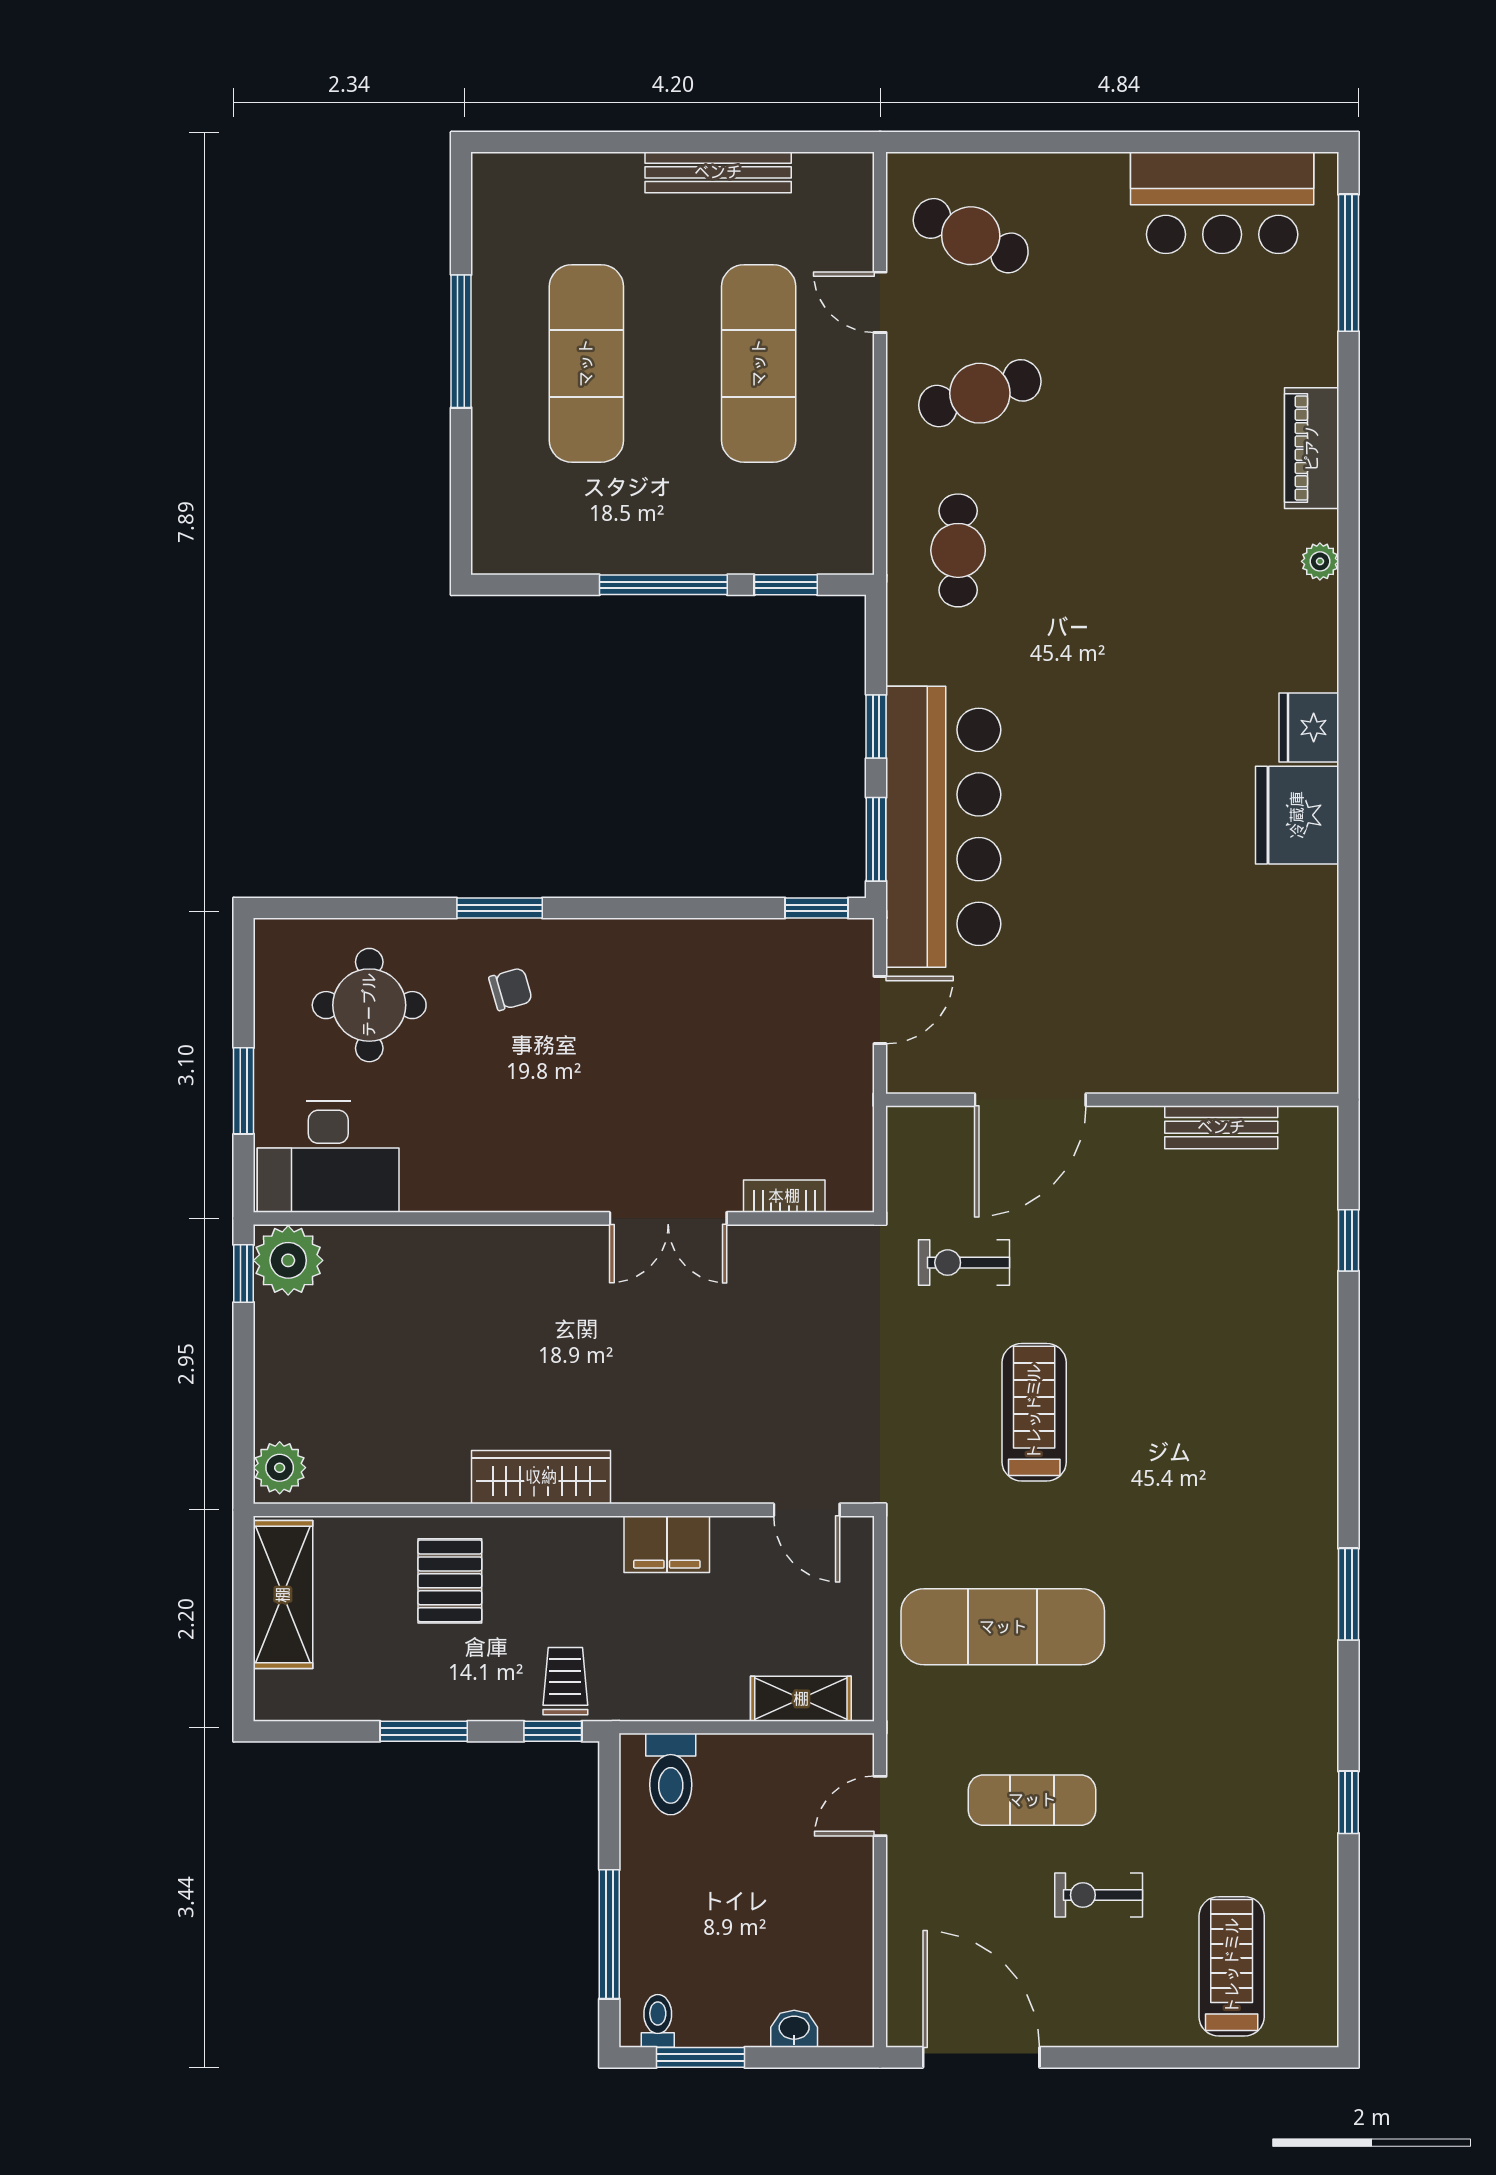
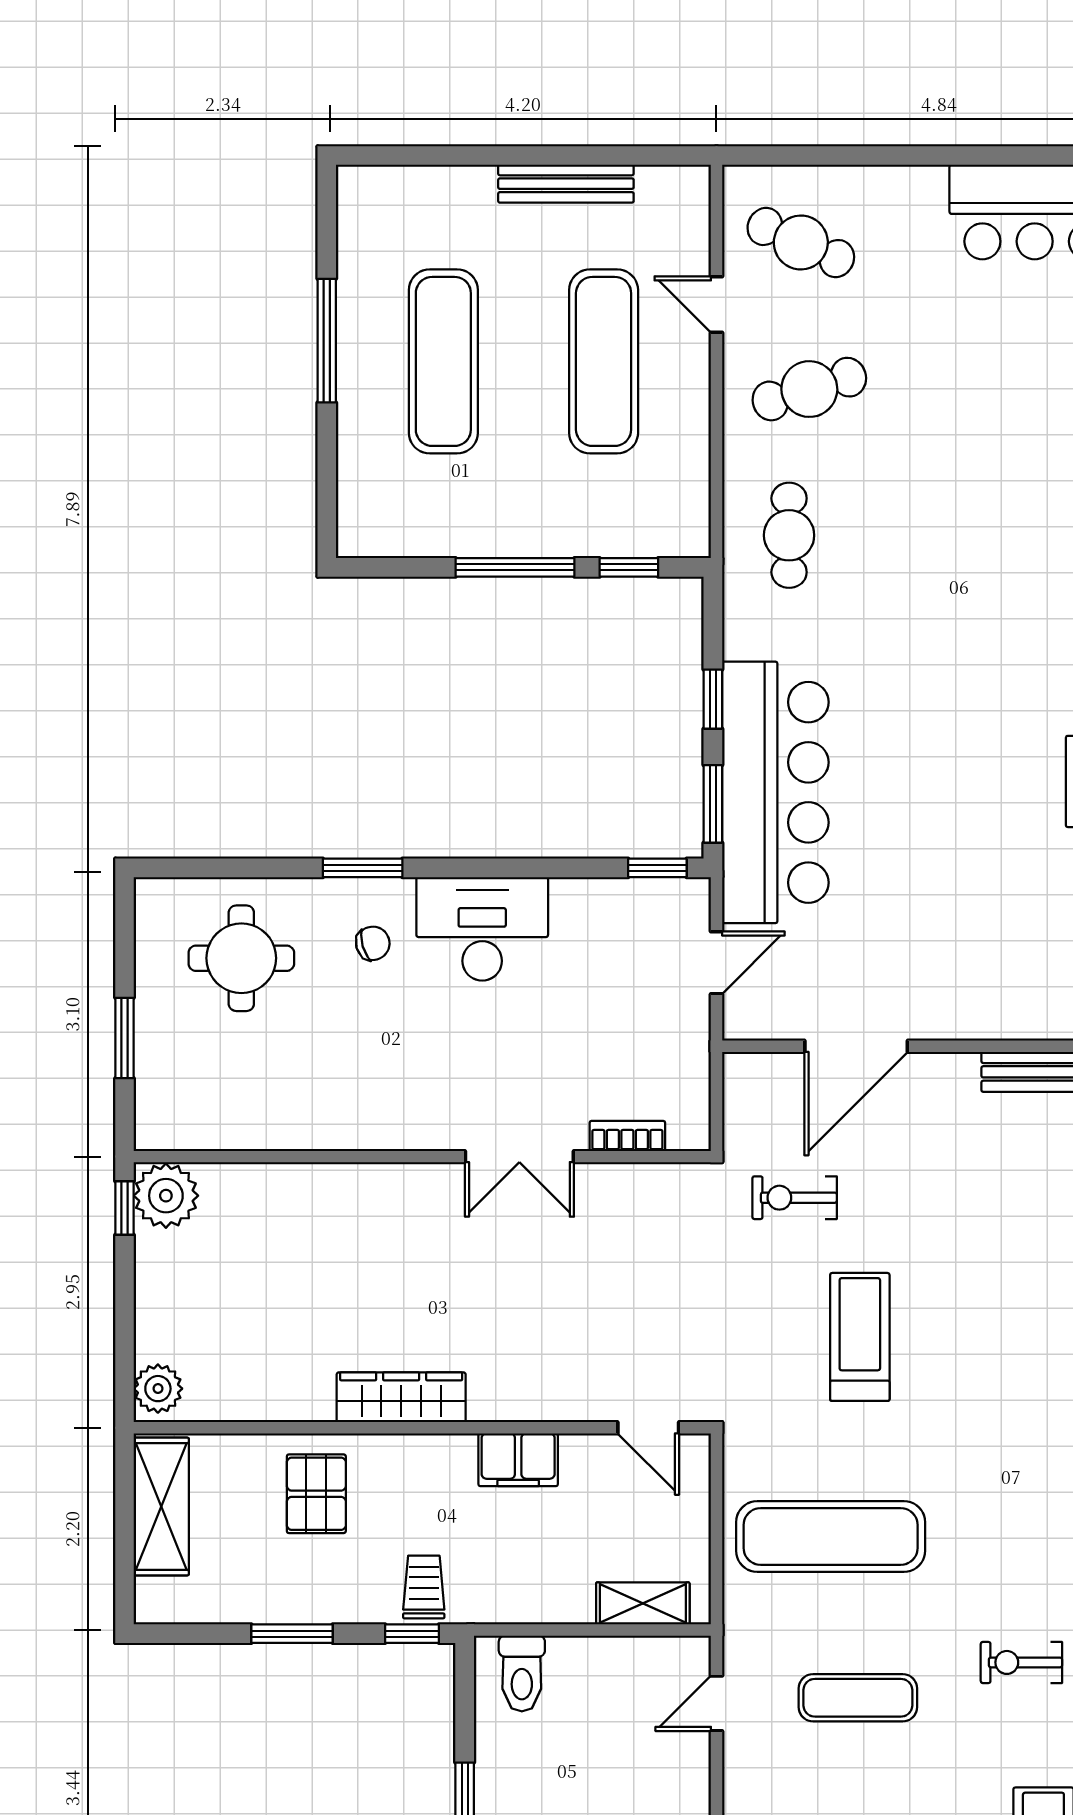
desk: (328, 1157) -> (482, 929), moved, turned 180
exercise bike: (1099, 1895) -> (1021, 1662), moved

